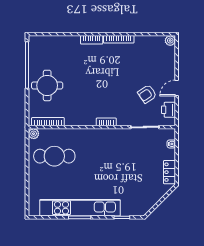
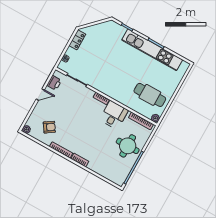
armchair: (147, 94) -> (49, 127), moved
desk: (82, 111) -> (114, 115), added

